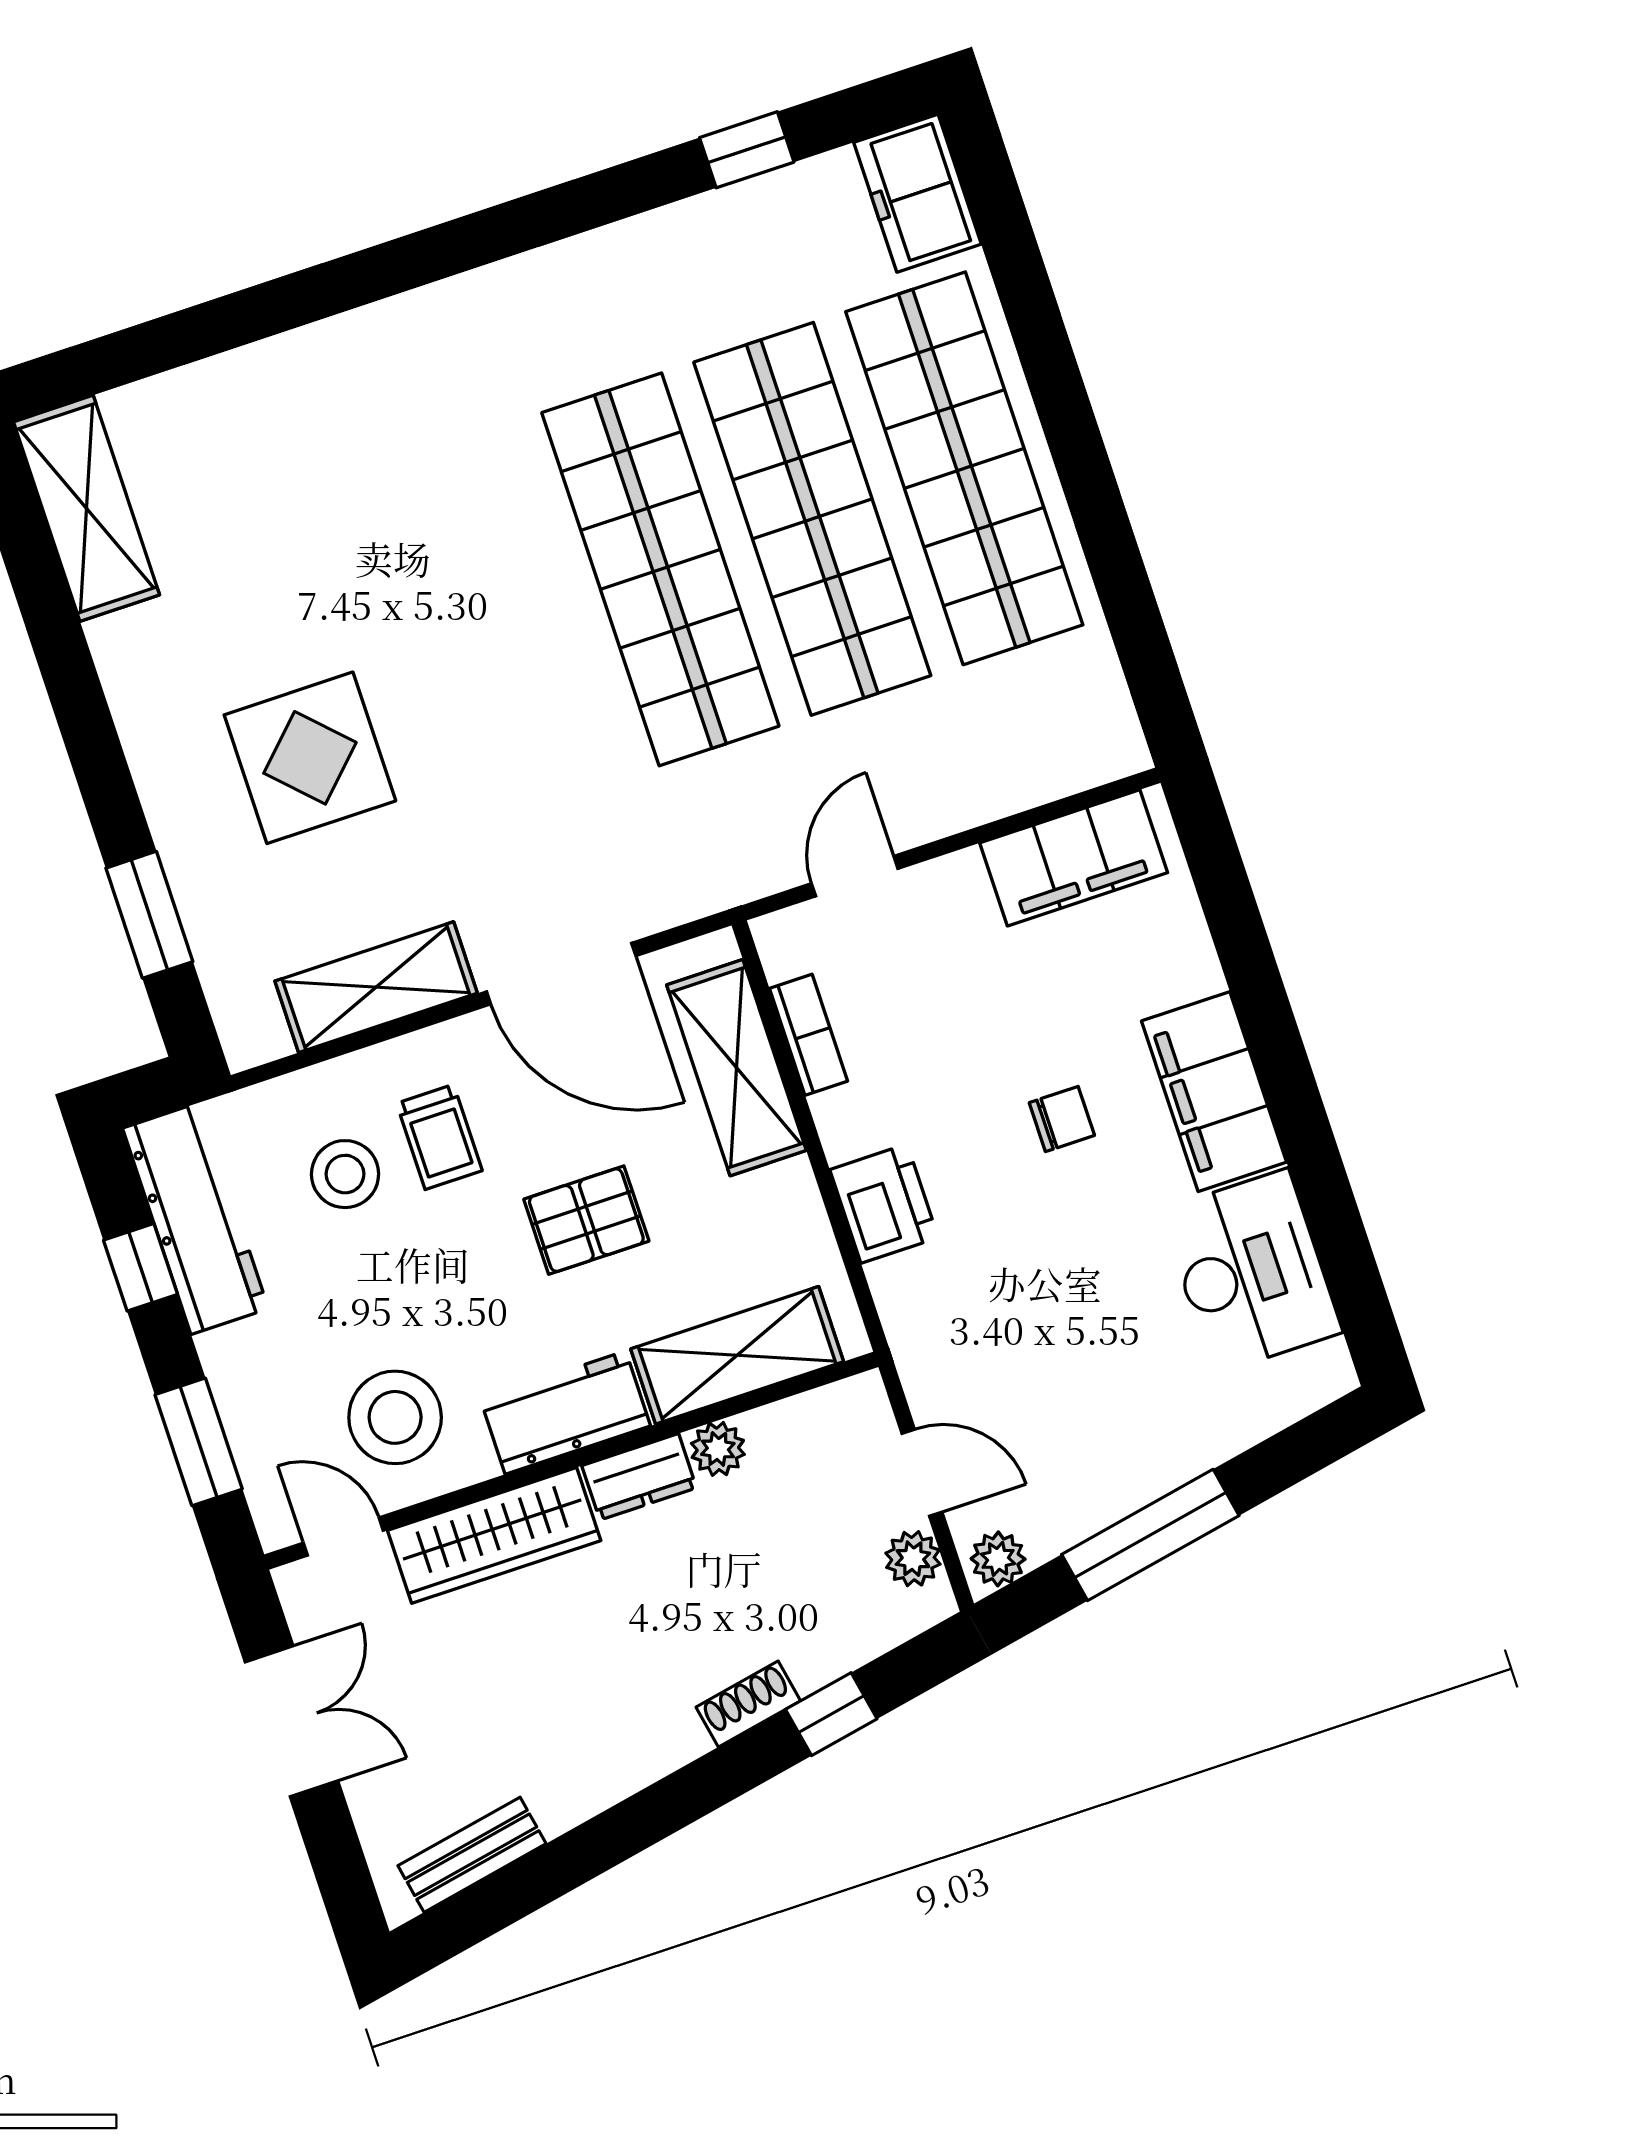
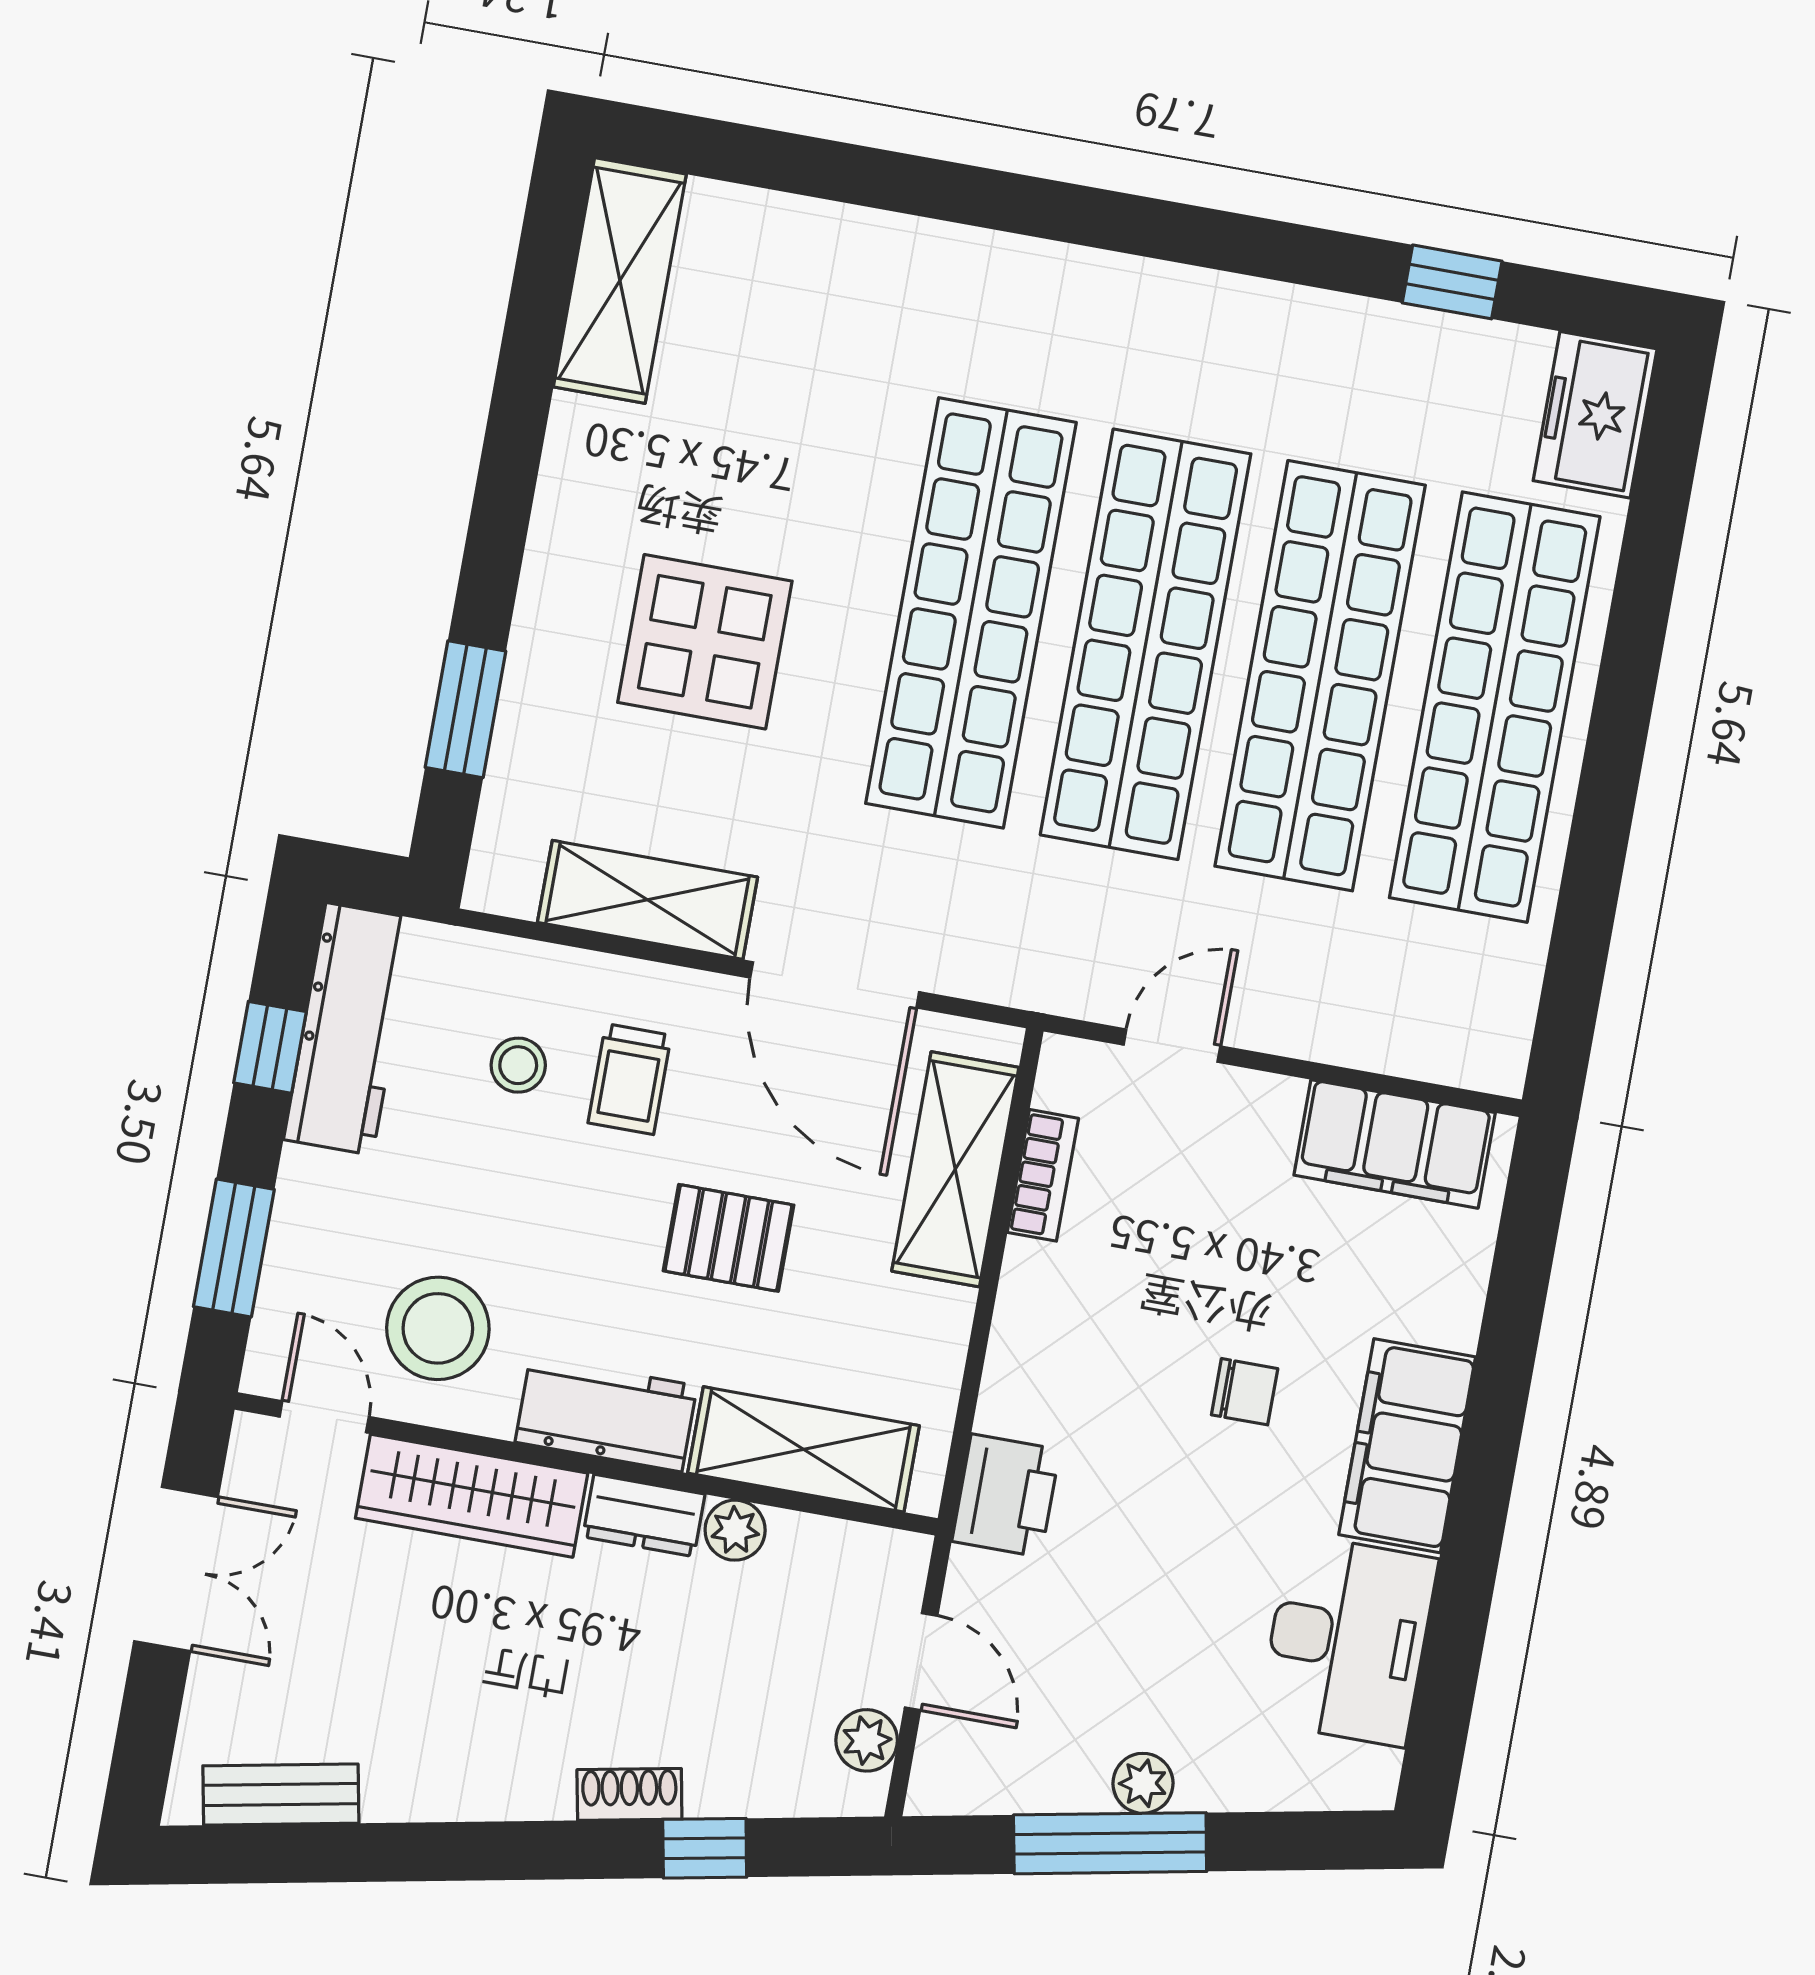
shop shelf: (508, 620) -> (971, 613), added
stool: (345, 1174) -> (518, 1065), width x0.73, depth x0.73
printer: (884, 1204) -> (1006, 1495), moved
plant: (998, 1559) -> (1143, 1783), moved

